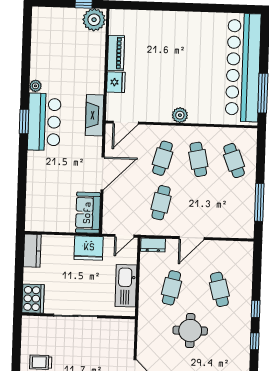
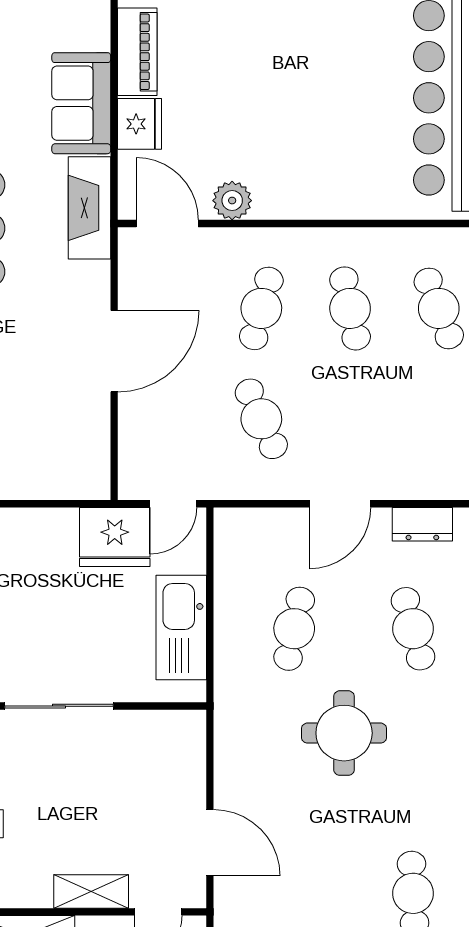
plant: (180, 115) -> (232, 201), moved
door: (126, 123) -> (167, 223), swing flipped
cafe table: (161, 203) -> (261, 419), turned -36
sofa: (88, 213) -> (81, 103), moved
dresser: (153, 245) -> (422, 524), moved
fridge: (89, 248) -> (115, 537), moved

